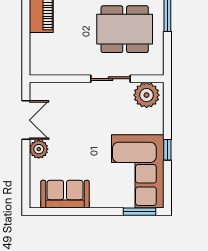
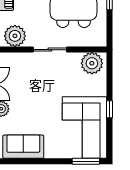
plant: (55, 63) -> (15, 36), added
sliding door: (111, 79) -> (50, 50), moved

